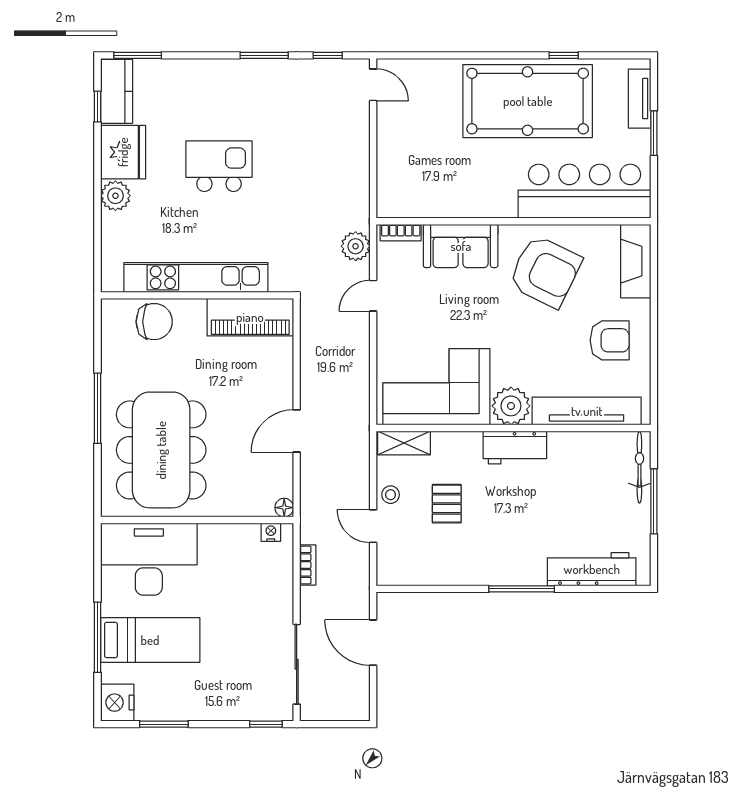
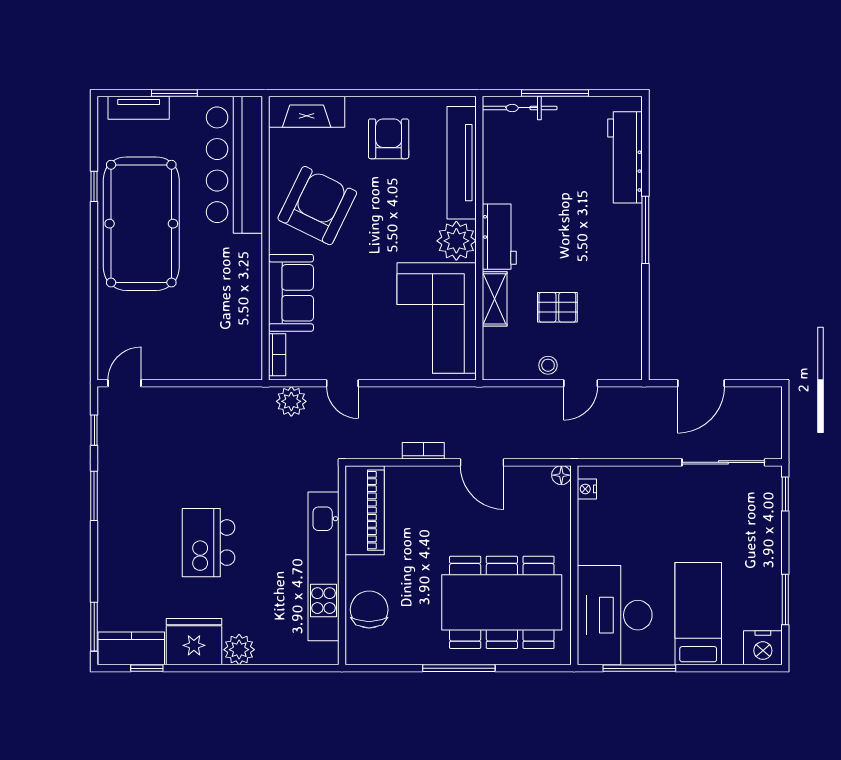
shelving: (404, 443) -> (495, 299), moved
bookcase: (308, 565) -> (423, 451), moved
window: (97, 637) -> (639, 668), moved

